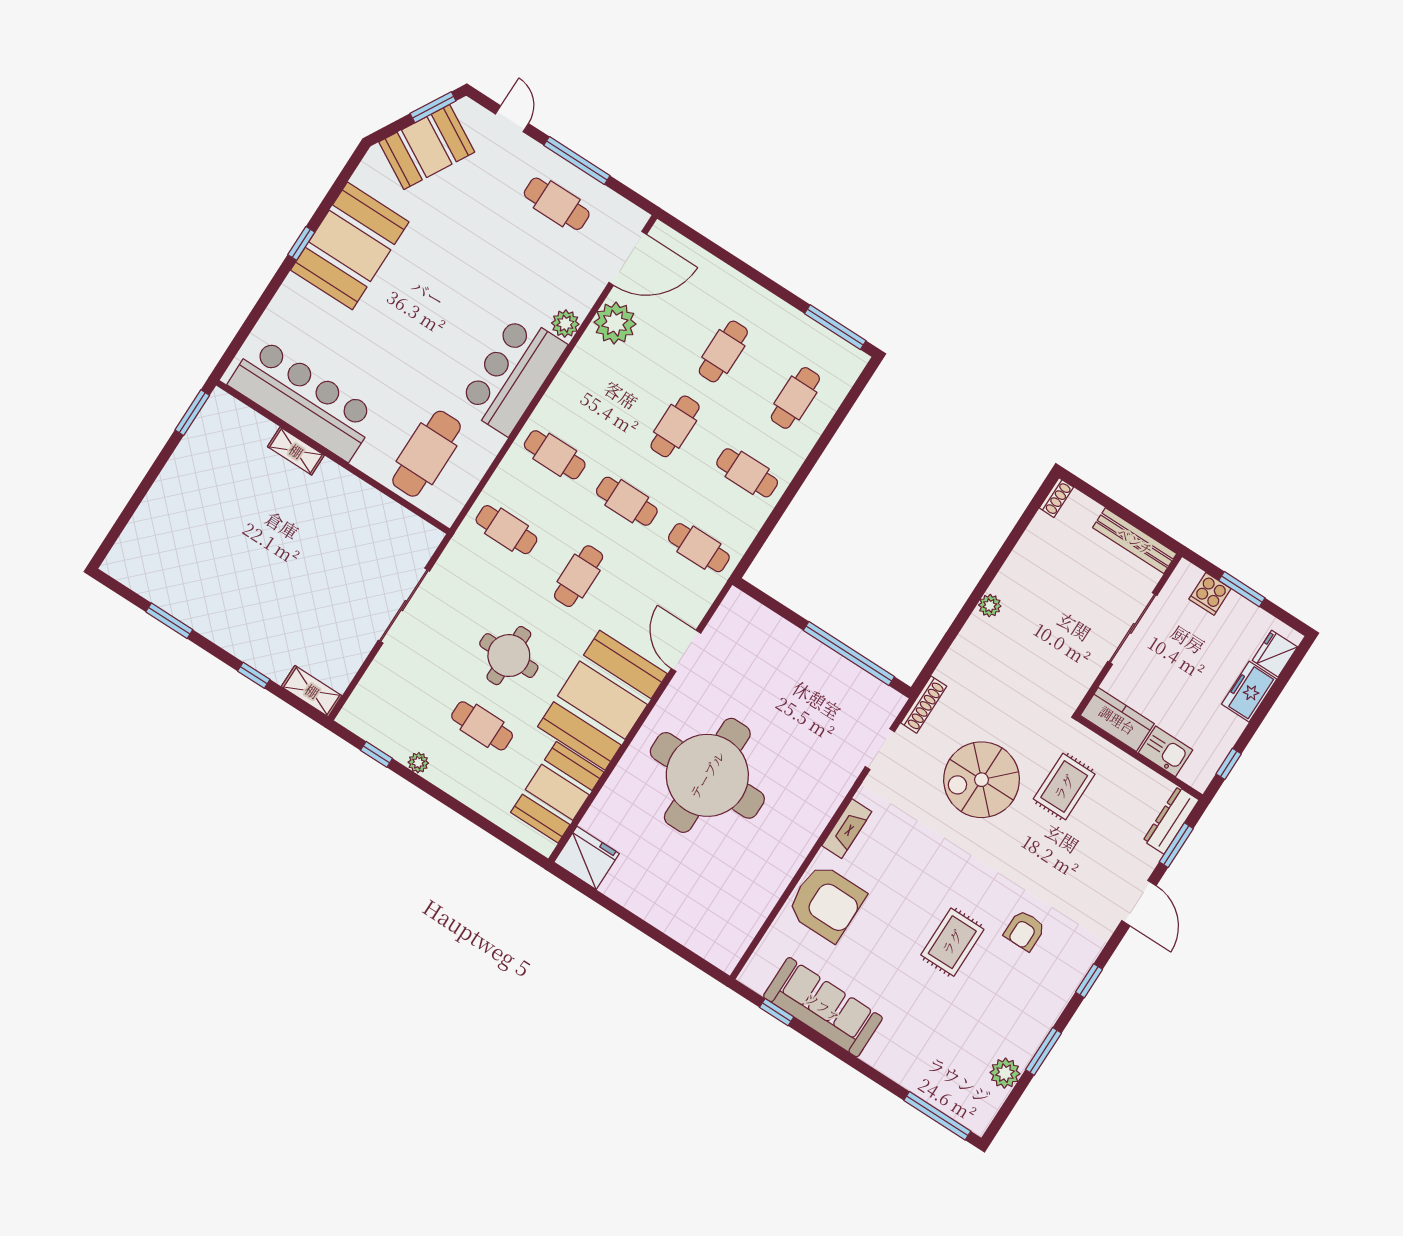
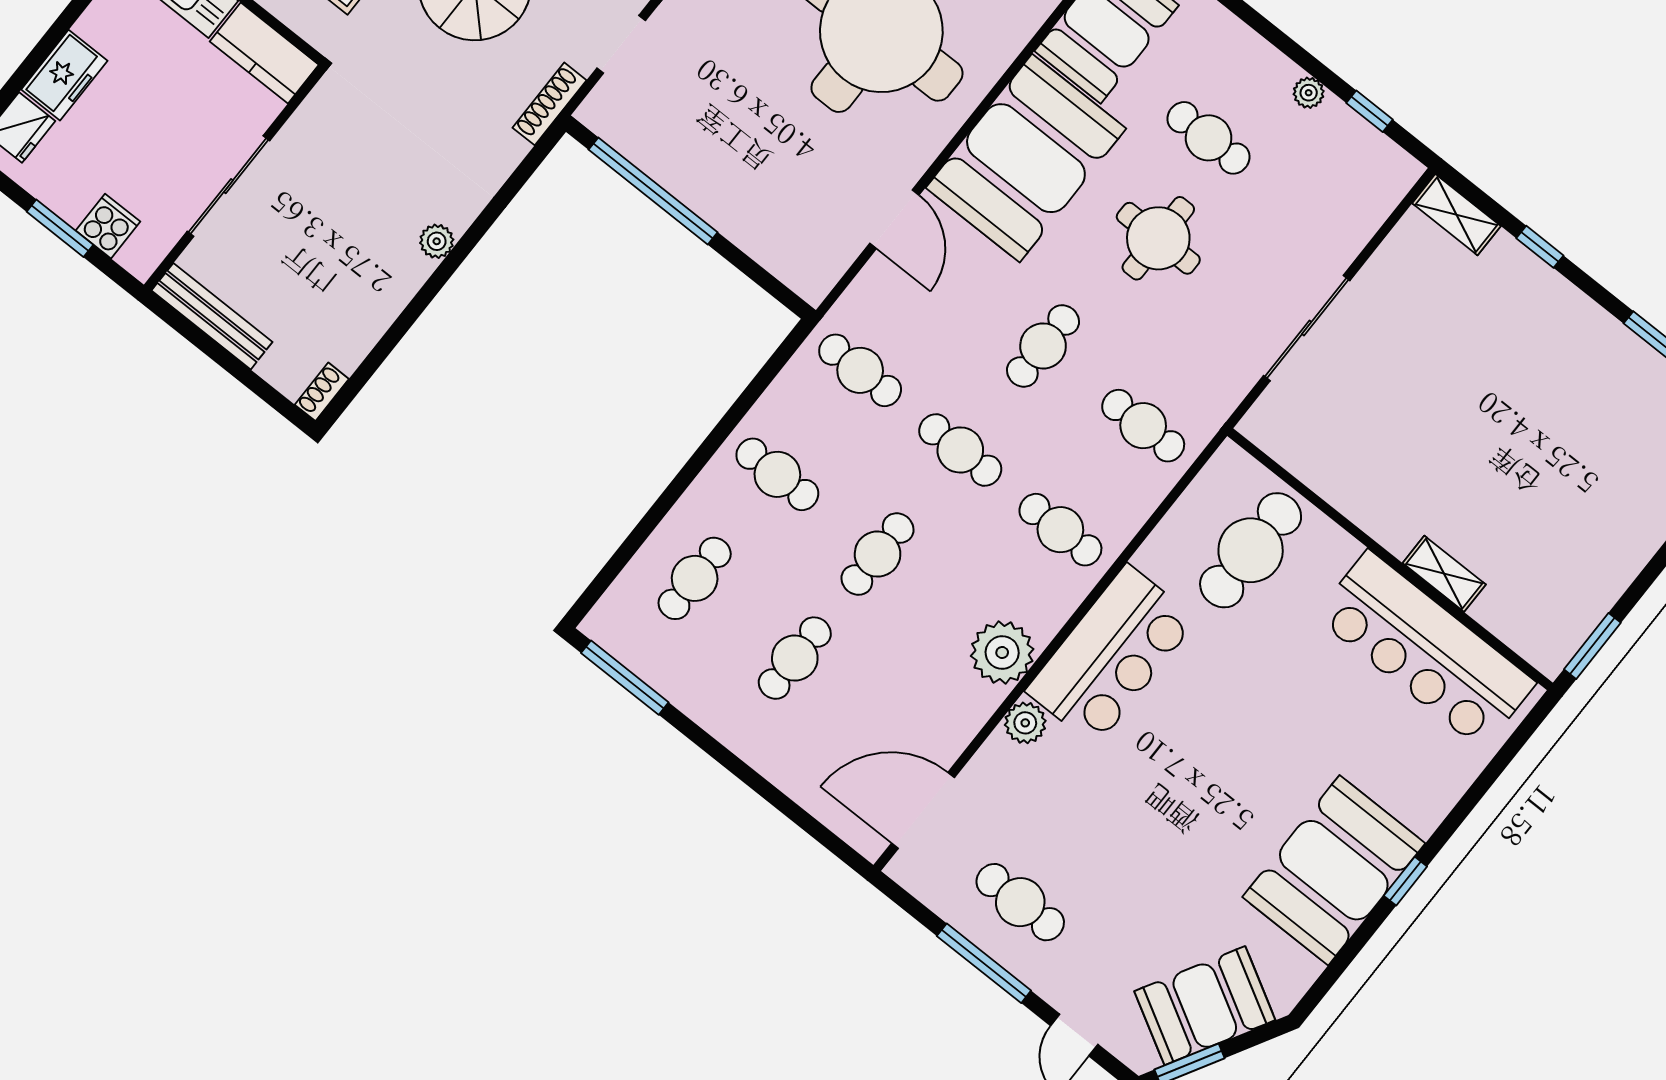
plant: (615, 323) -> (1002, 653), moved

